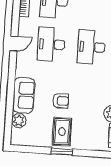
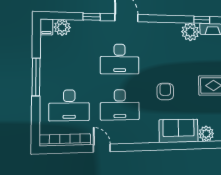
door: (14, 43) -> (102, 148), moved
armchair: (61, 101) -> (165, 92), moved

